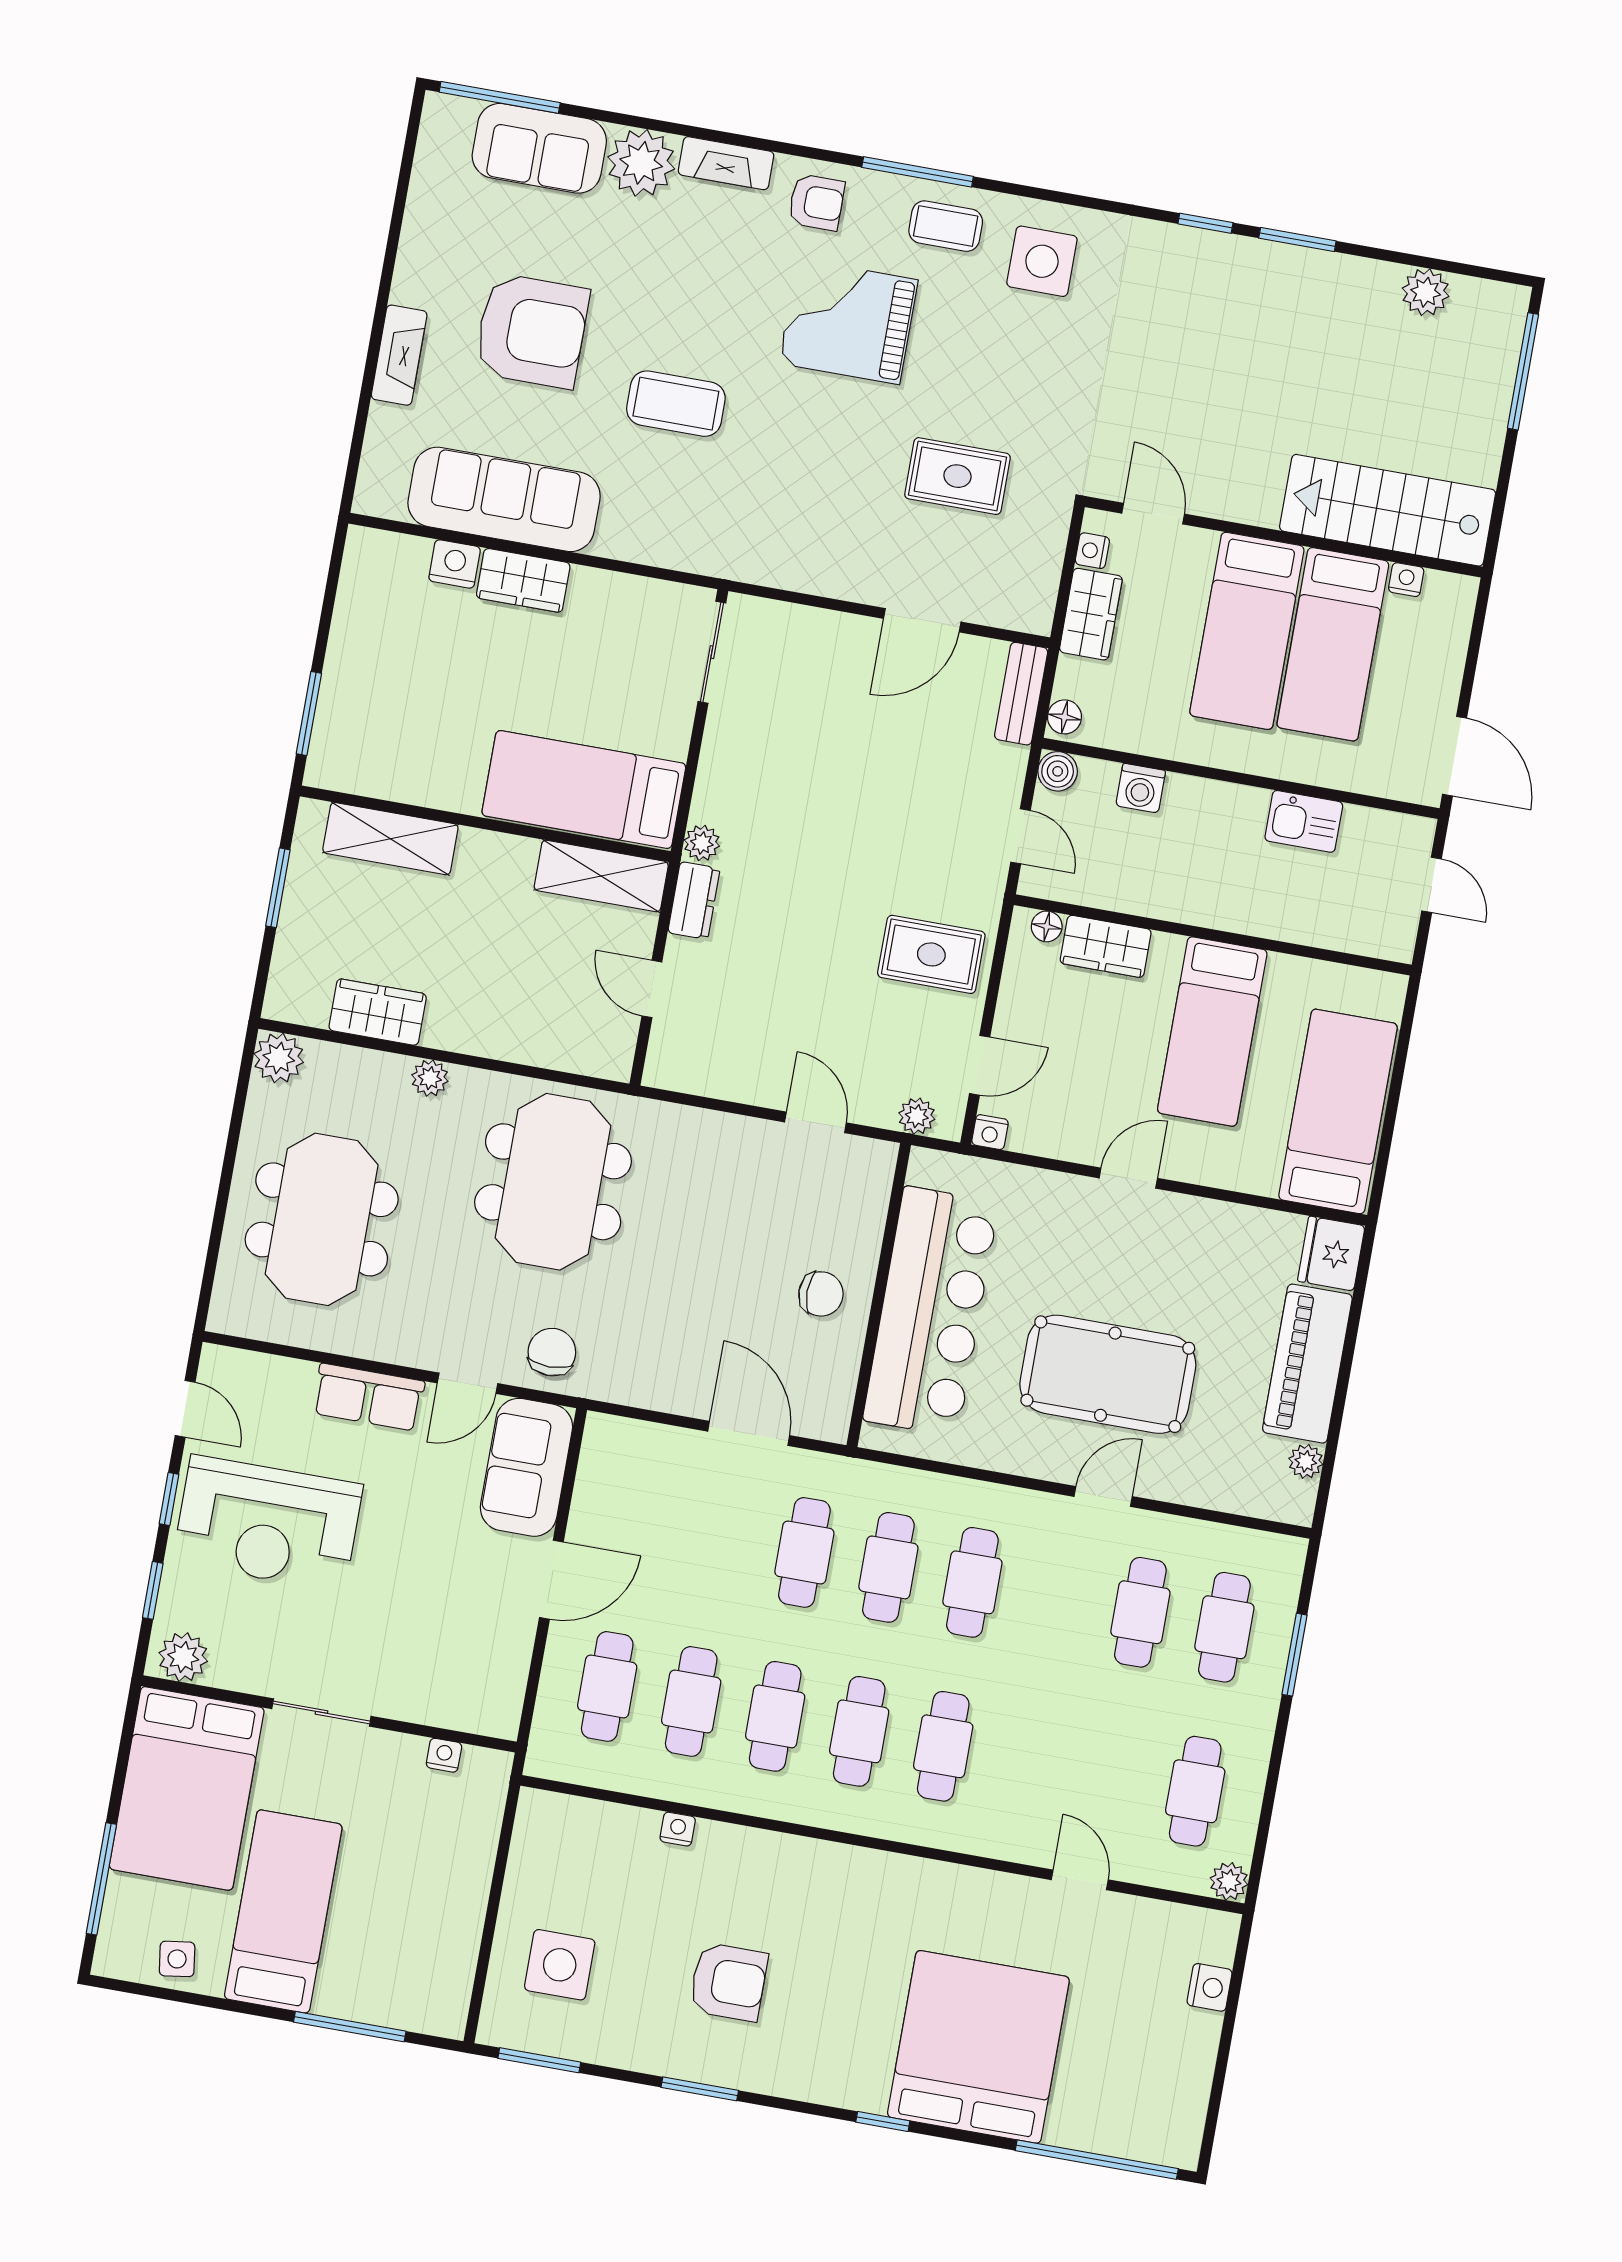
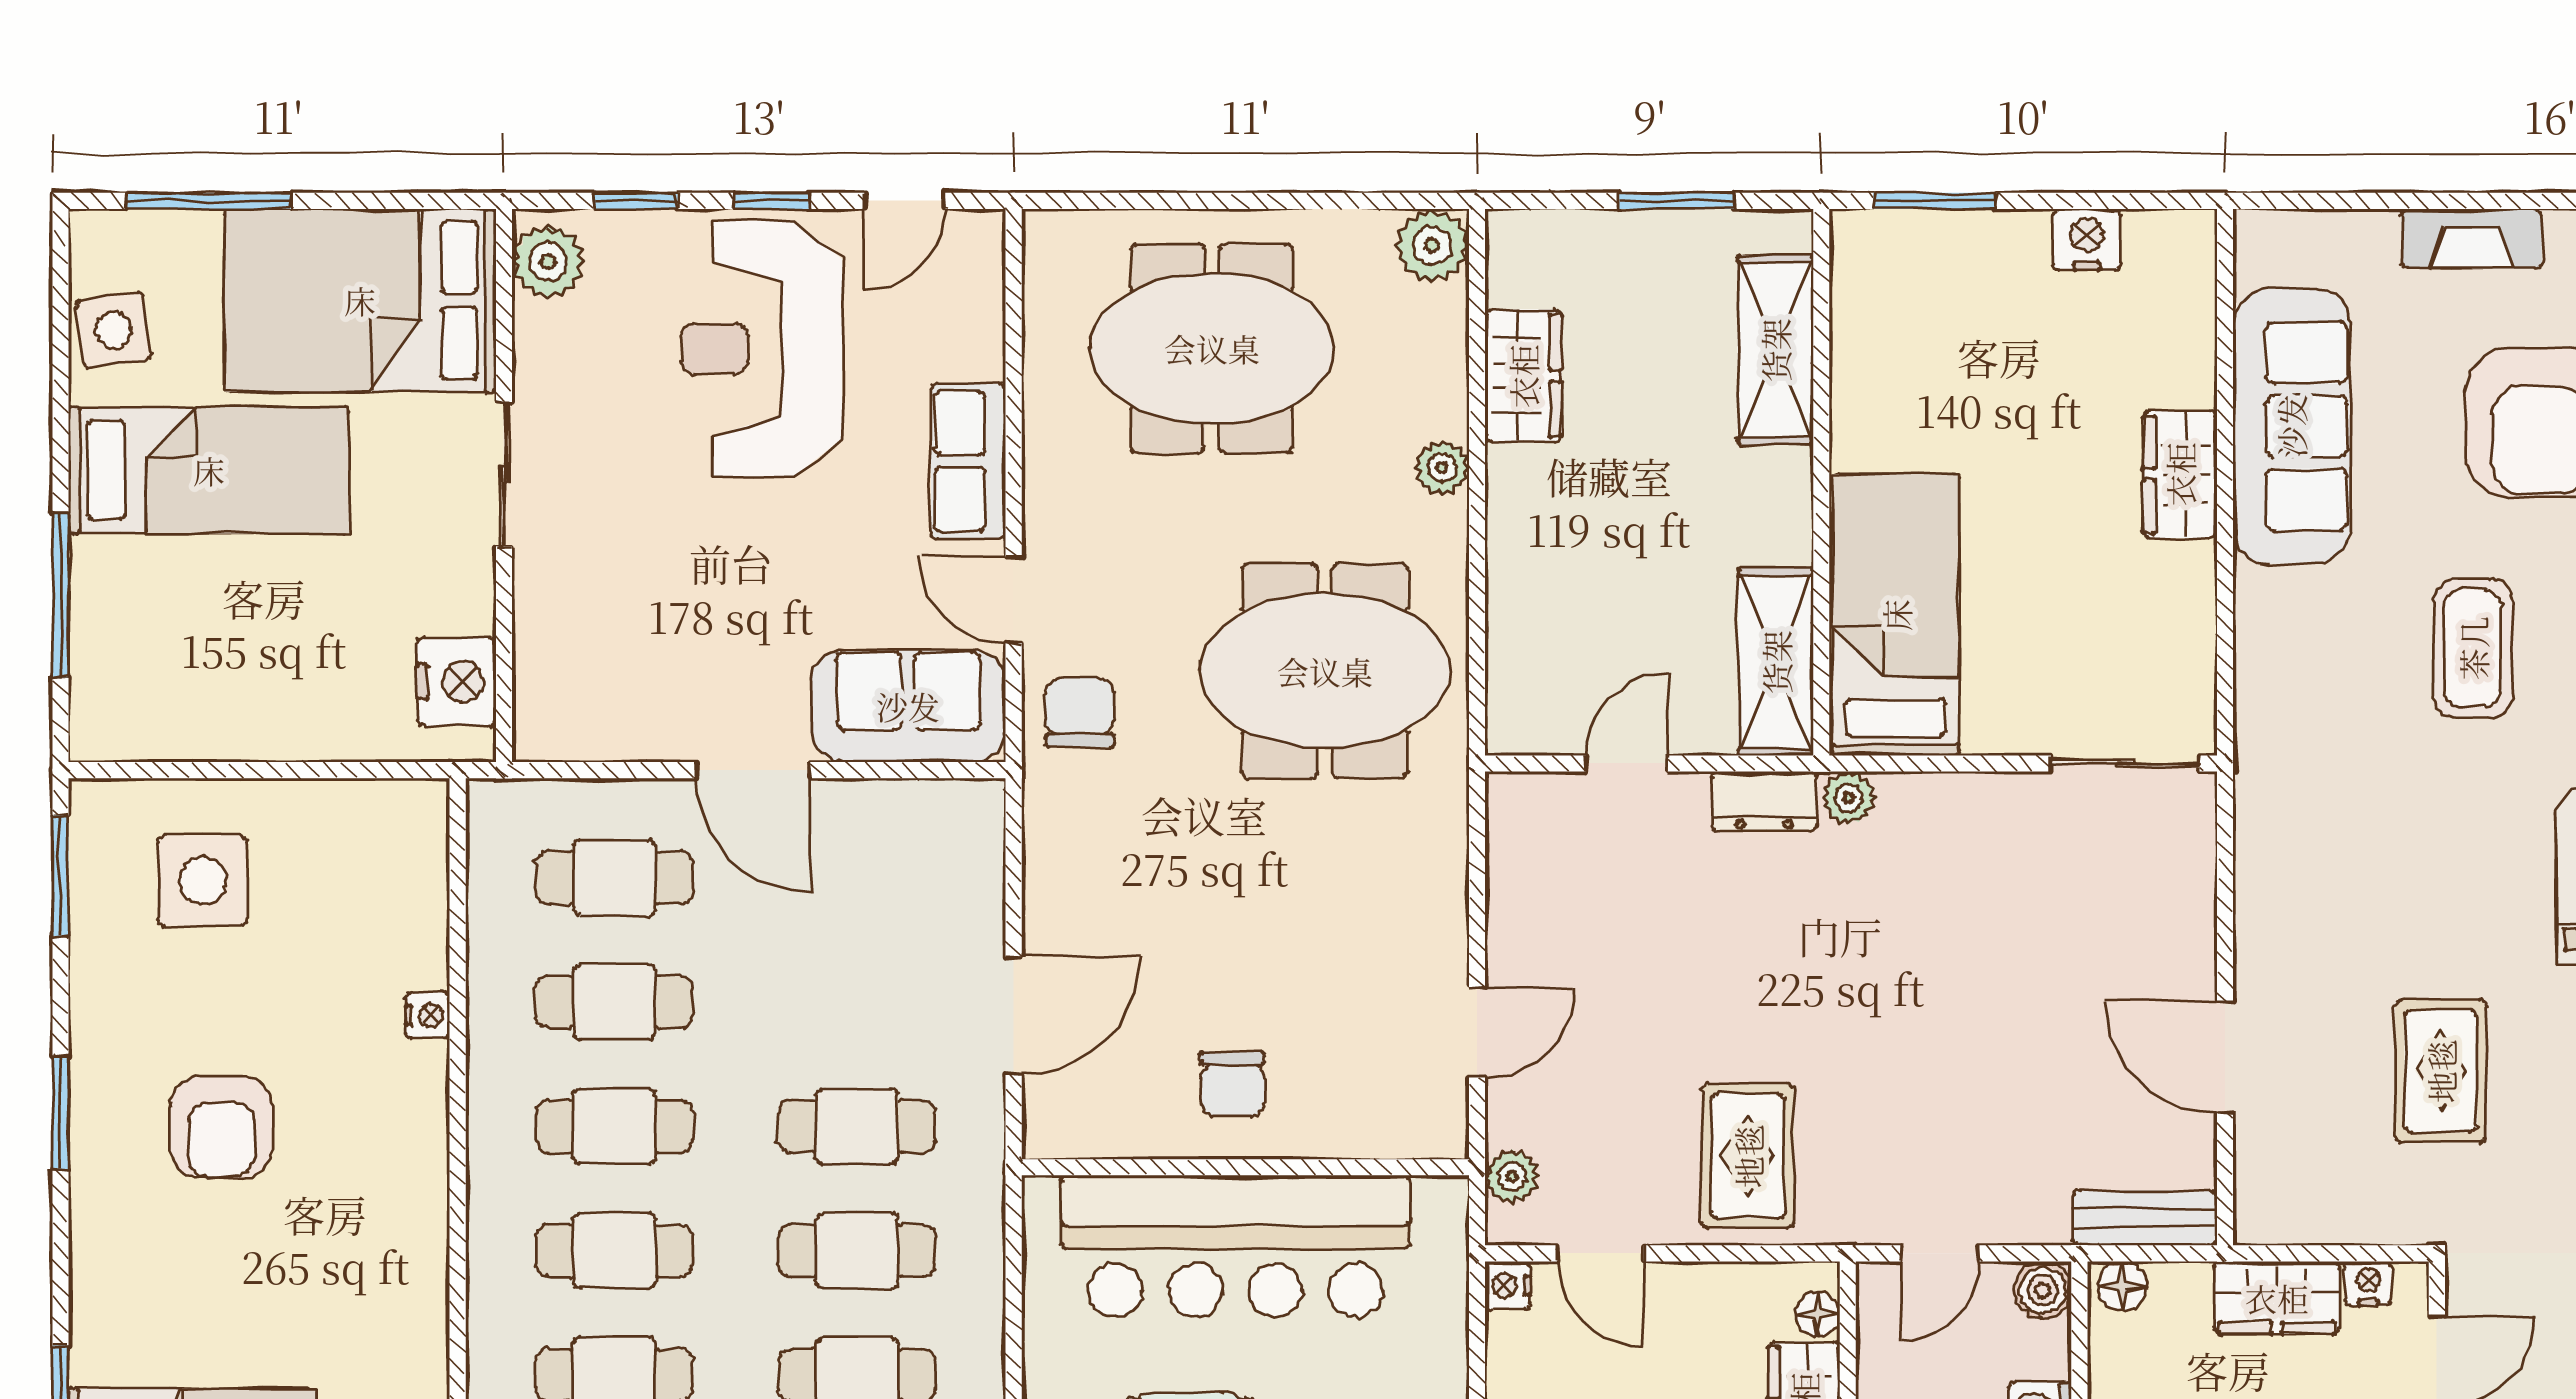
nightstand: (455, 564) -> (2087, 240), moved, turned -90
chair: (552, 1352) -> (1080, 713), turned -90
nightstand: (444, 1755) -> (456, 682), width x1.89, depth x1.79
side table: (177, 1959) -> (113, 330), width x1.37, depth x1.37

